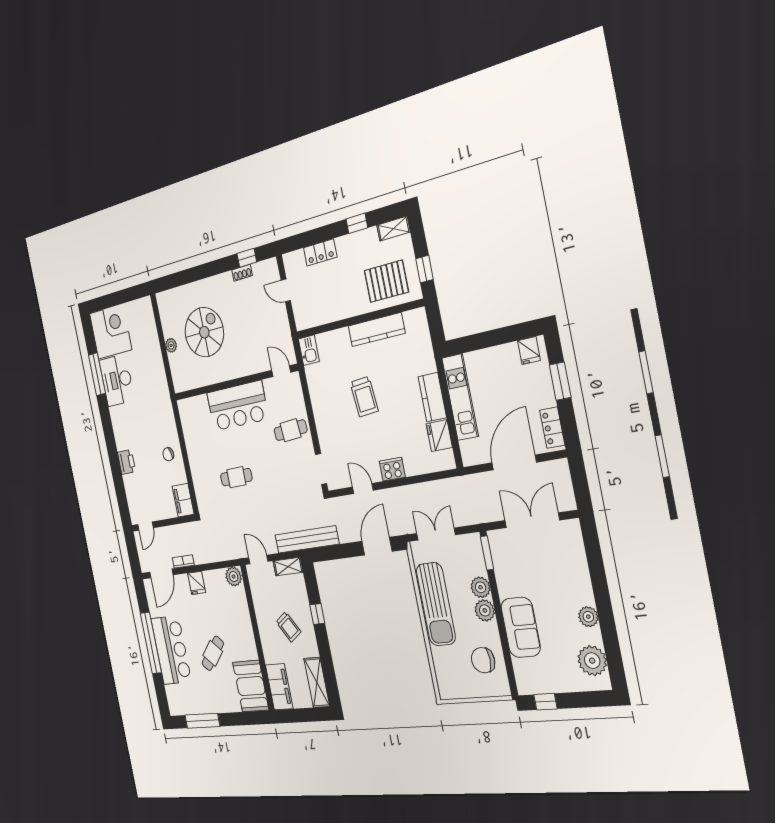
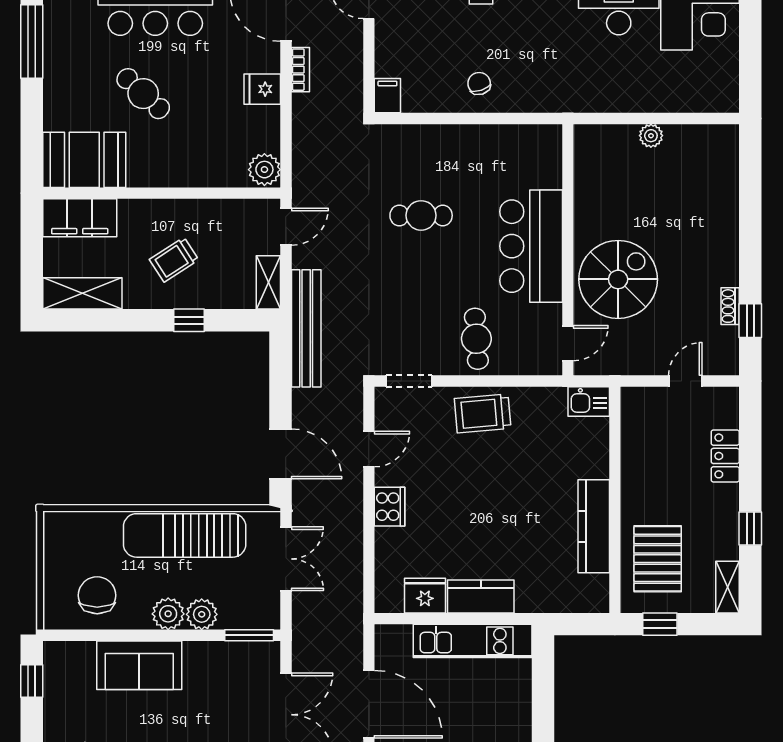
spiral stairs: (204, 332) -> (618, 279), moved, turned -90
trolley: (364, 397) -> (483, 413), moved
cafe table: (236, 477) -> (421, 215), turned 90
filing cabinet: (183, 500) -> (387, 96), width x0.50

